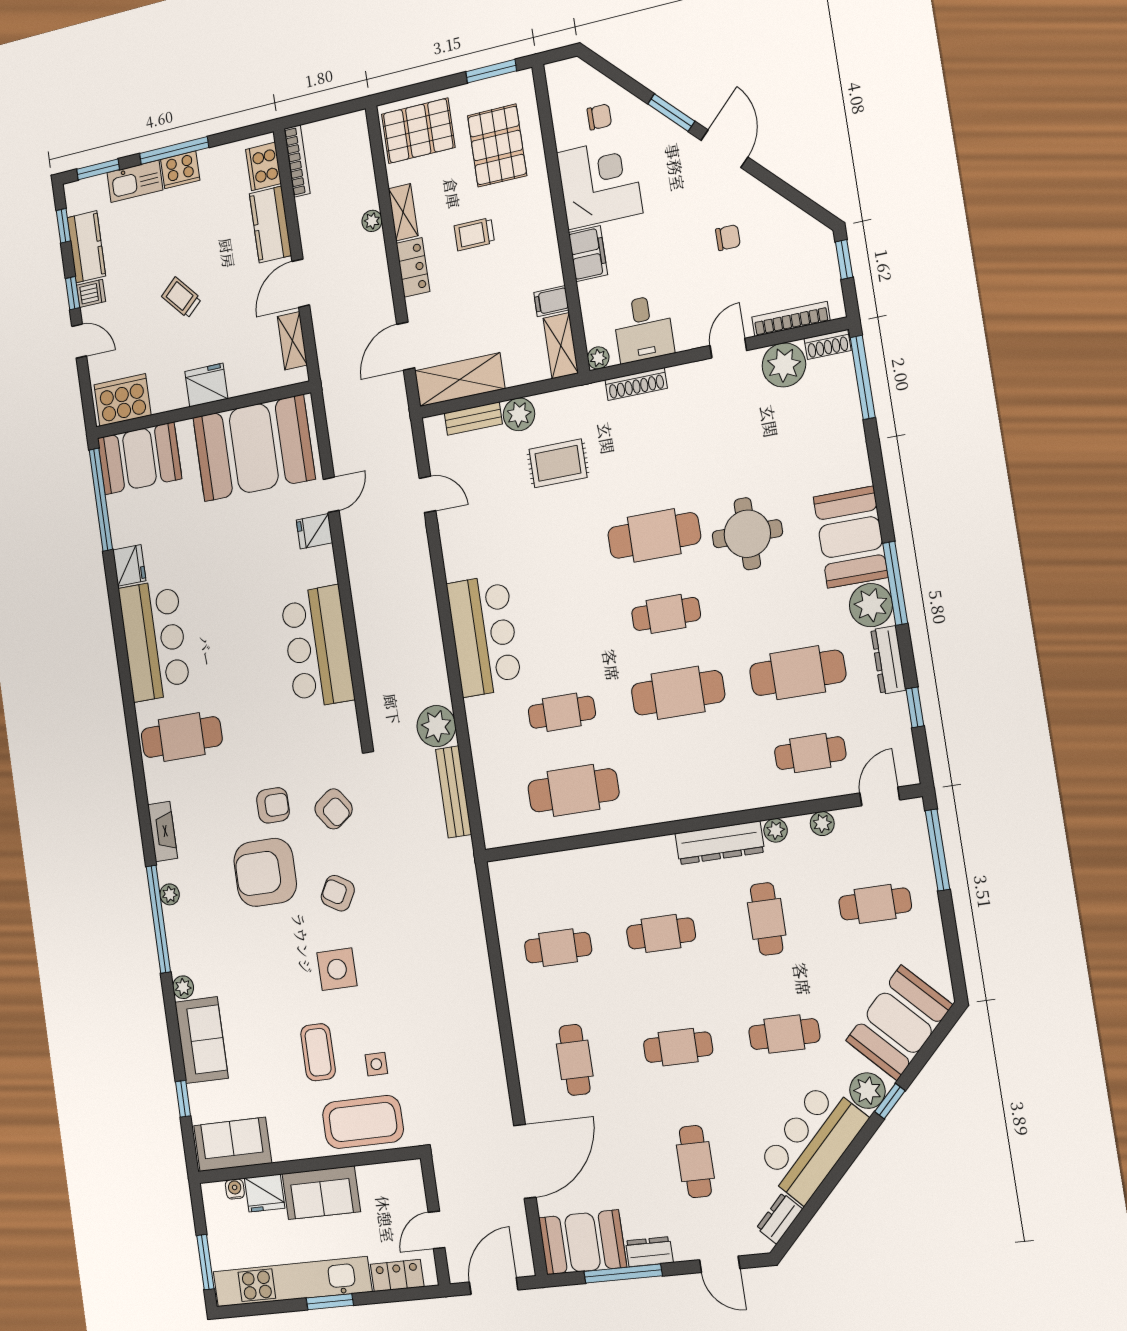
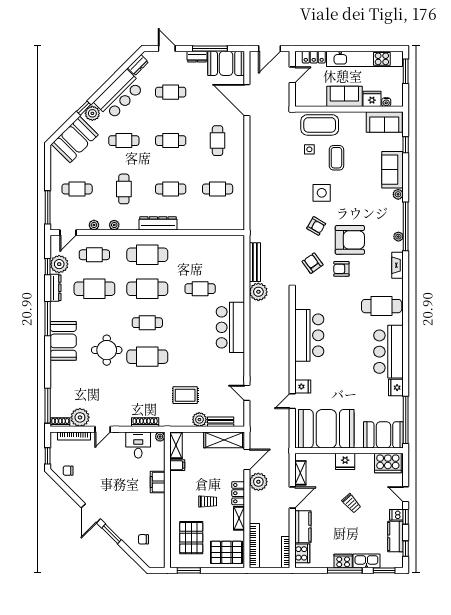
bookcase: (363, 159) -> (254, 546), added
corner desk: (600, 183) -> (148, 511), removed
plant: (372, 221) -> (258, 482), moved, width x1.88, depth x1.88
chair: (728, 238) -> (68, 471), moved
plant: (871, 605) -> (59, 264), moved
cafe table: (573, 790) -> (147, 255), moved
dresser: (720, 843) -> (158, 223), moved
door: (525, 1161) -> (247, 100), hinge flipped
cafe table: (695, 1162) -> (171, 92), turned 90
window: (330, 1302) -> (348, 49), removed

